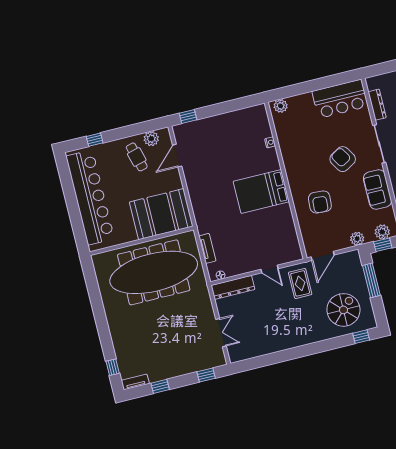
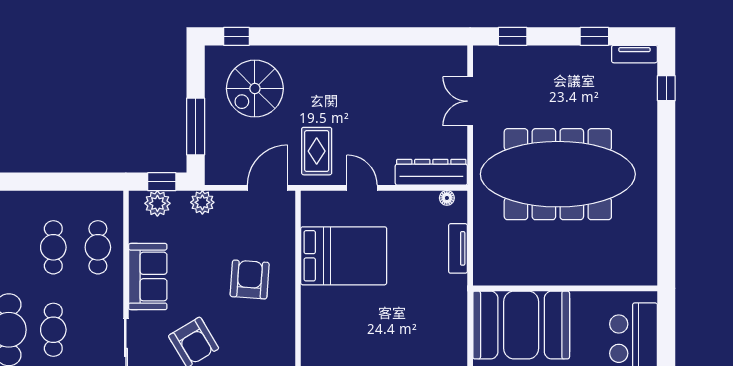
bed: (261, 191) -> (344, 256), moved
meeting table: (154, 272) -> (558, 174), moved

